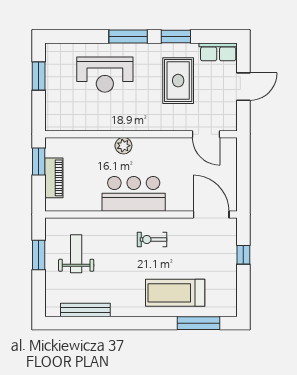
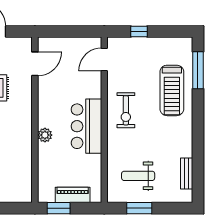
door: (211, 214) -> (104, 59), width x0.73
exercise bike: (152, 239) -> (126, 110), width x1.38, depth x1.39
bench: (85, 310) -> (187, 174), width x0.73

